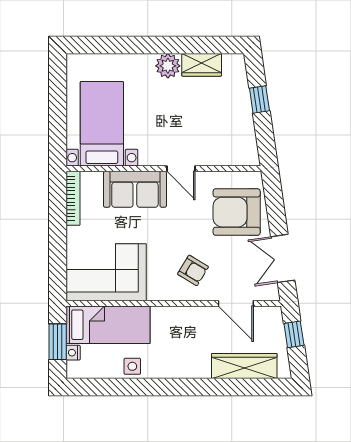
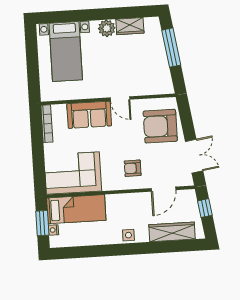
window: (259, 99) -> (171, 48), width x2.17
bed with nightstands: (102, 124) -> (66, 51), moved, turned 180
double door: (283, 258) -> (194, 156), swing flipped
armchair: (193, 270) -> (133, 168), turned 149
door: (236, 303) -> (164, 189), hinge flipped
side table: (132, 366) -> (128, 235), moved

